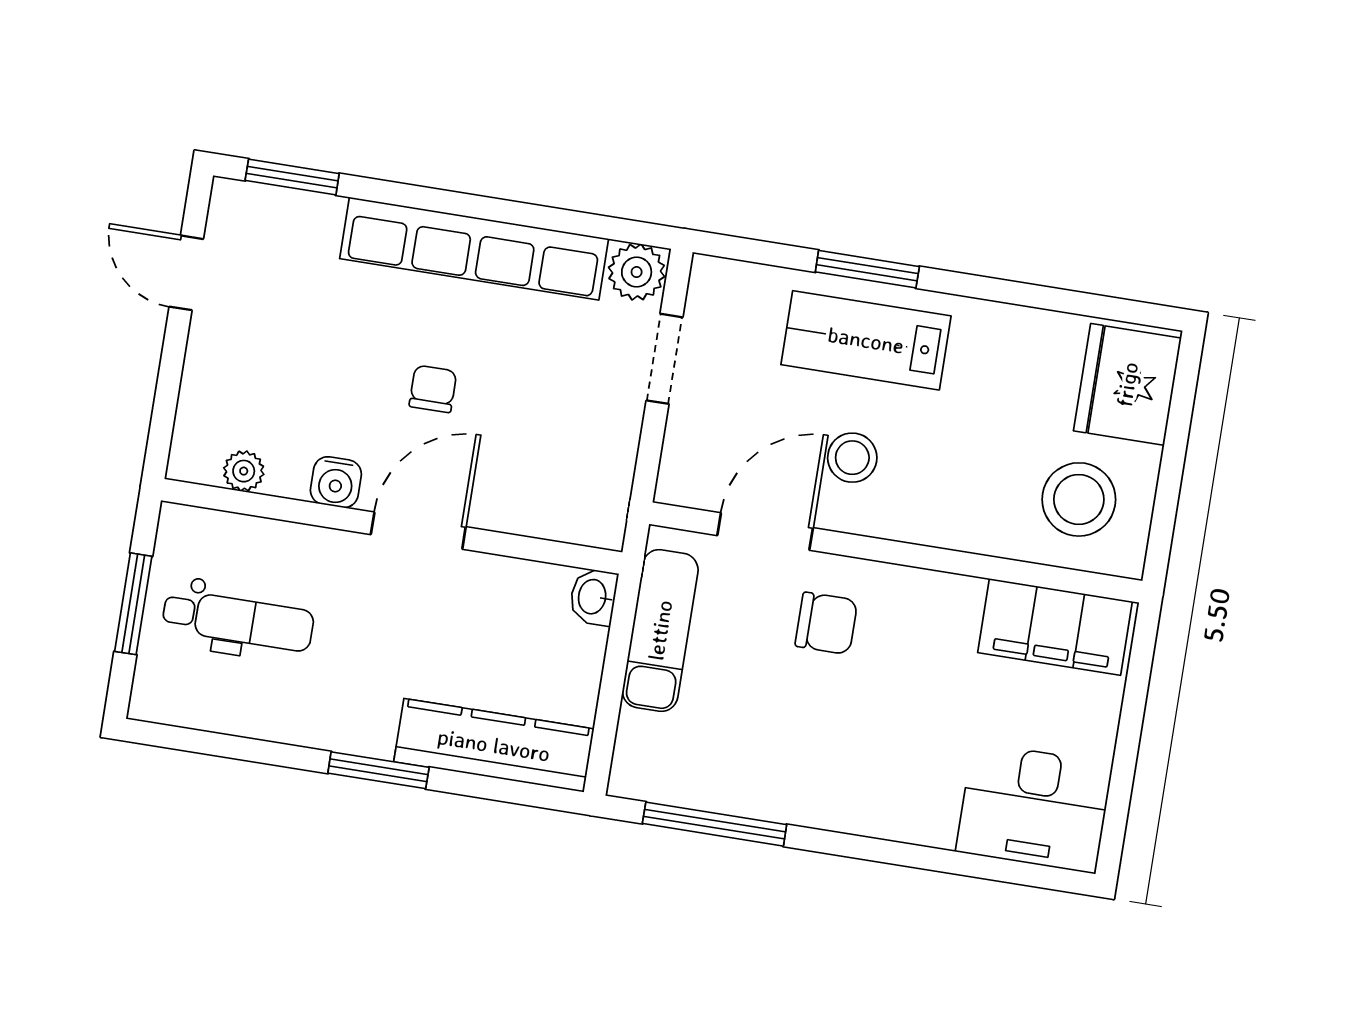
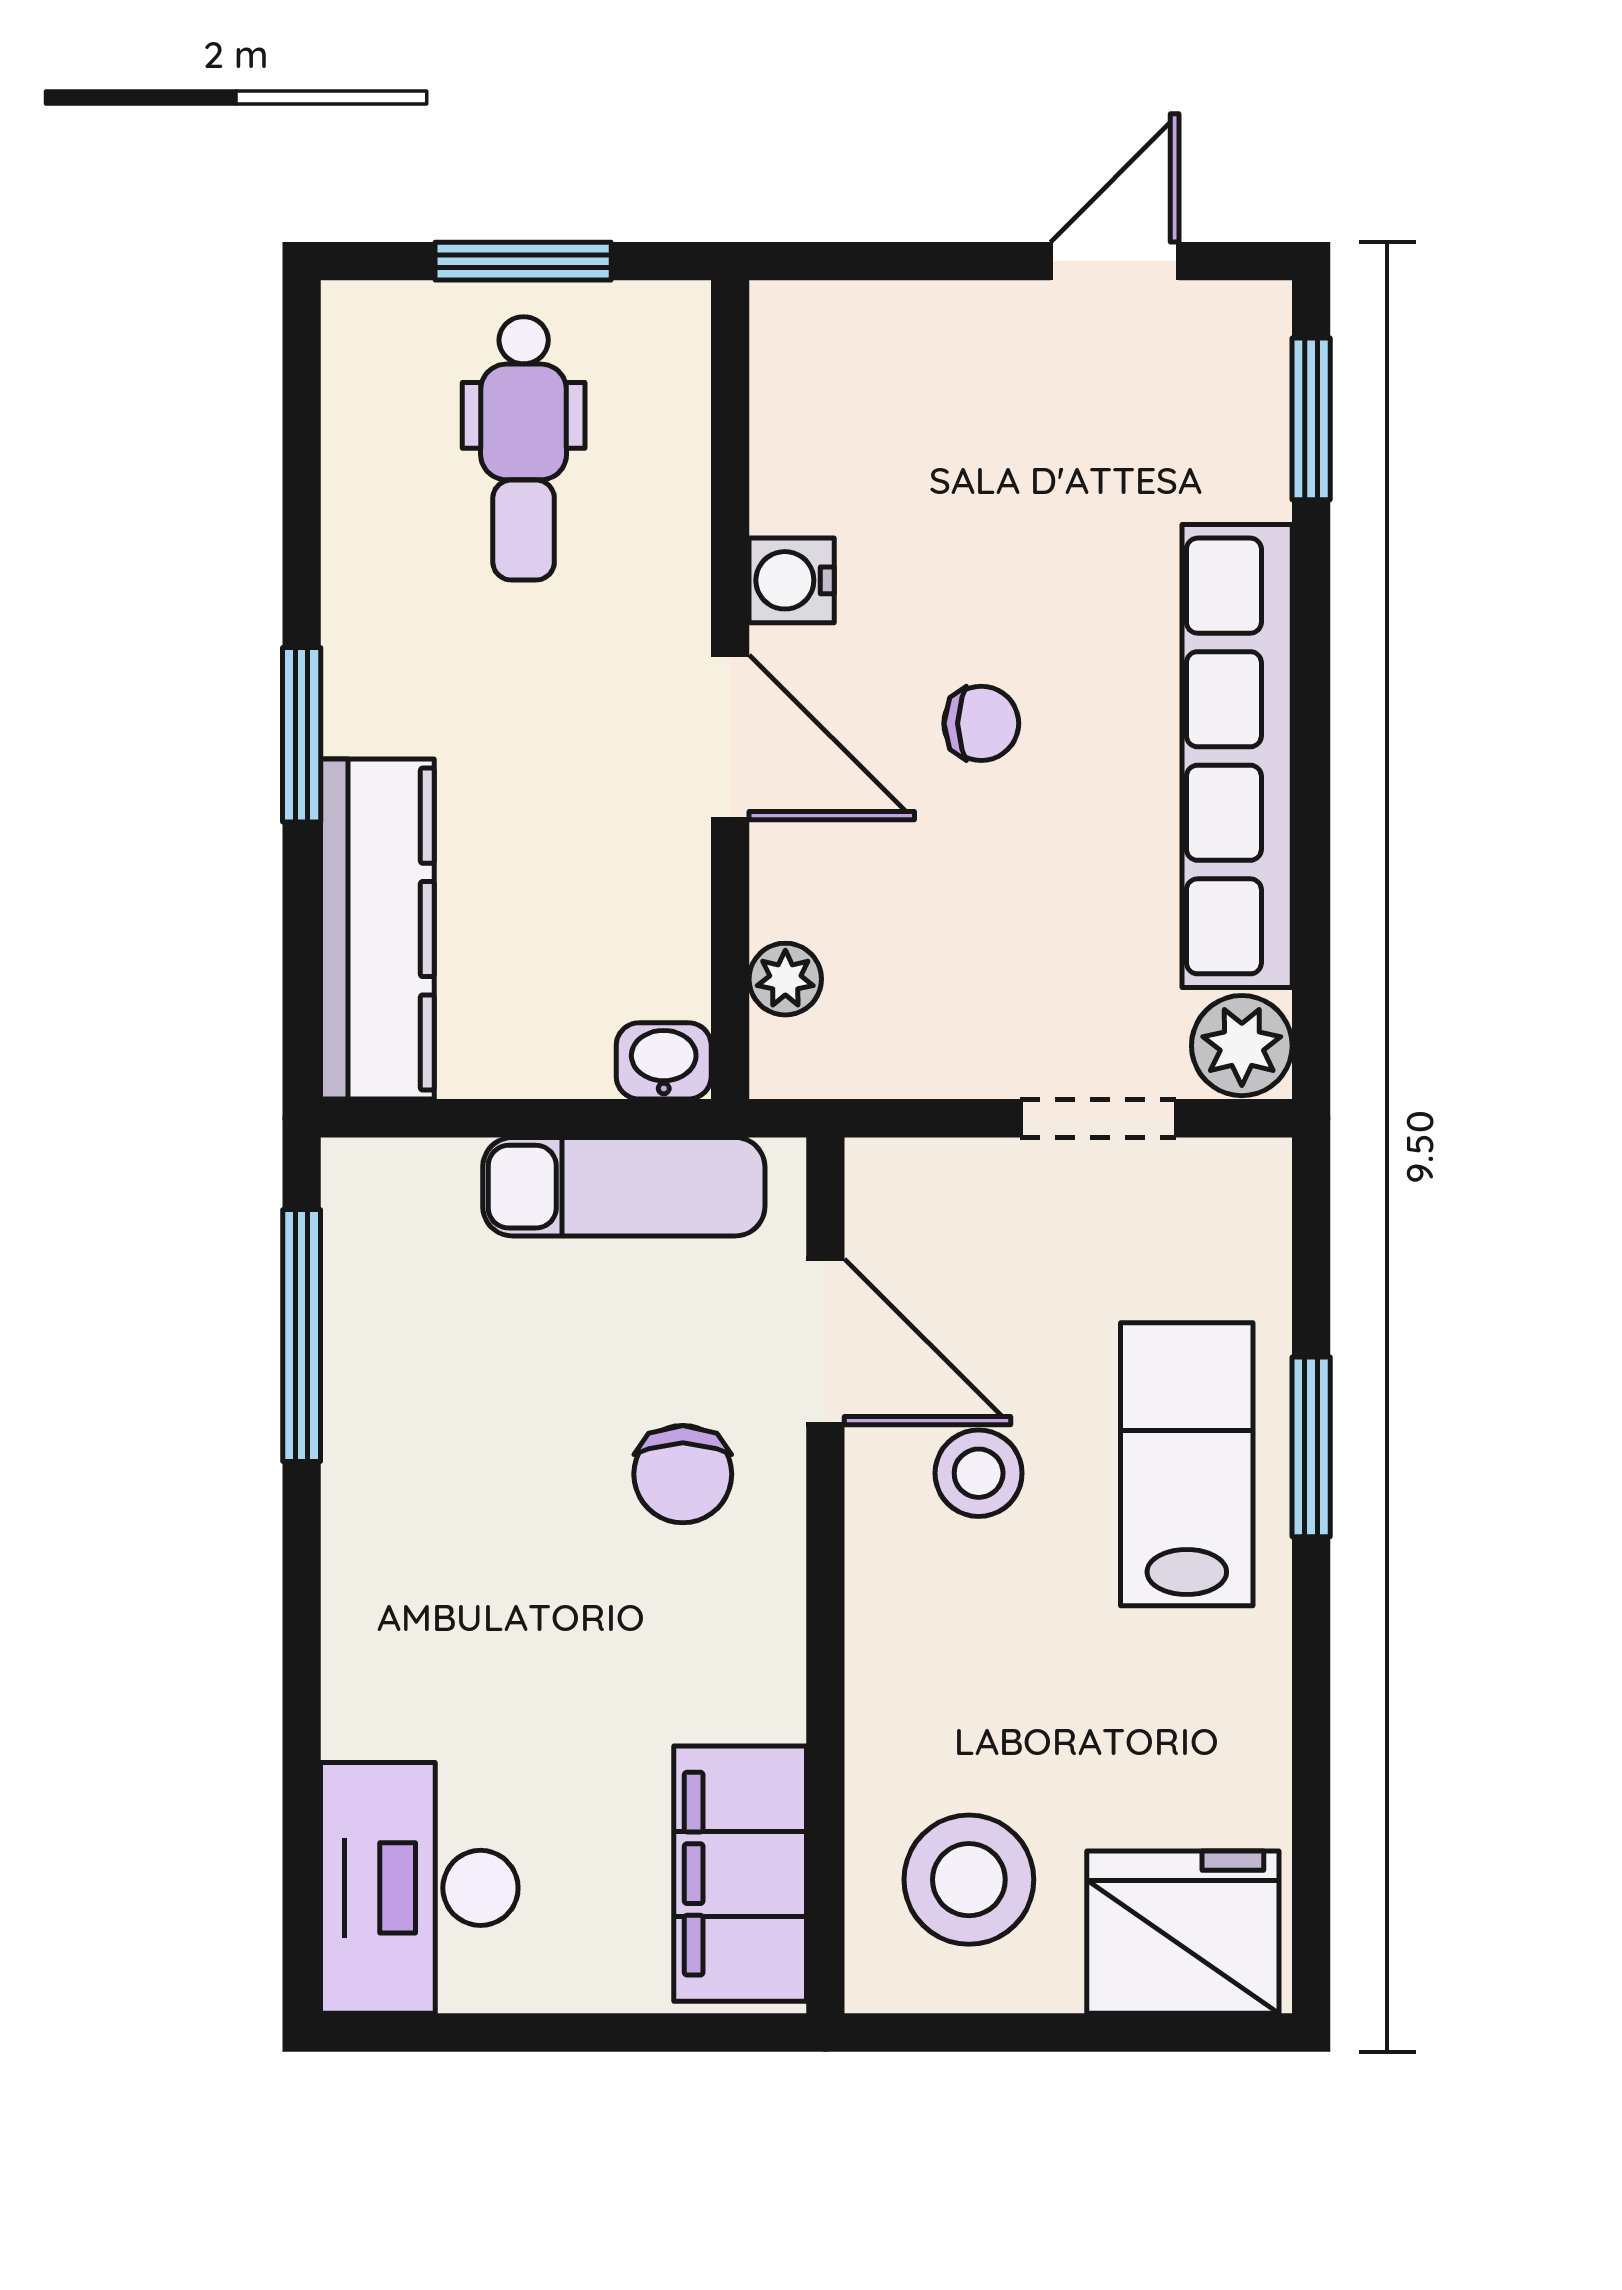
plant: (244, 471) -> (785, 979), moved

